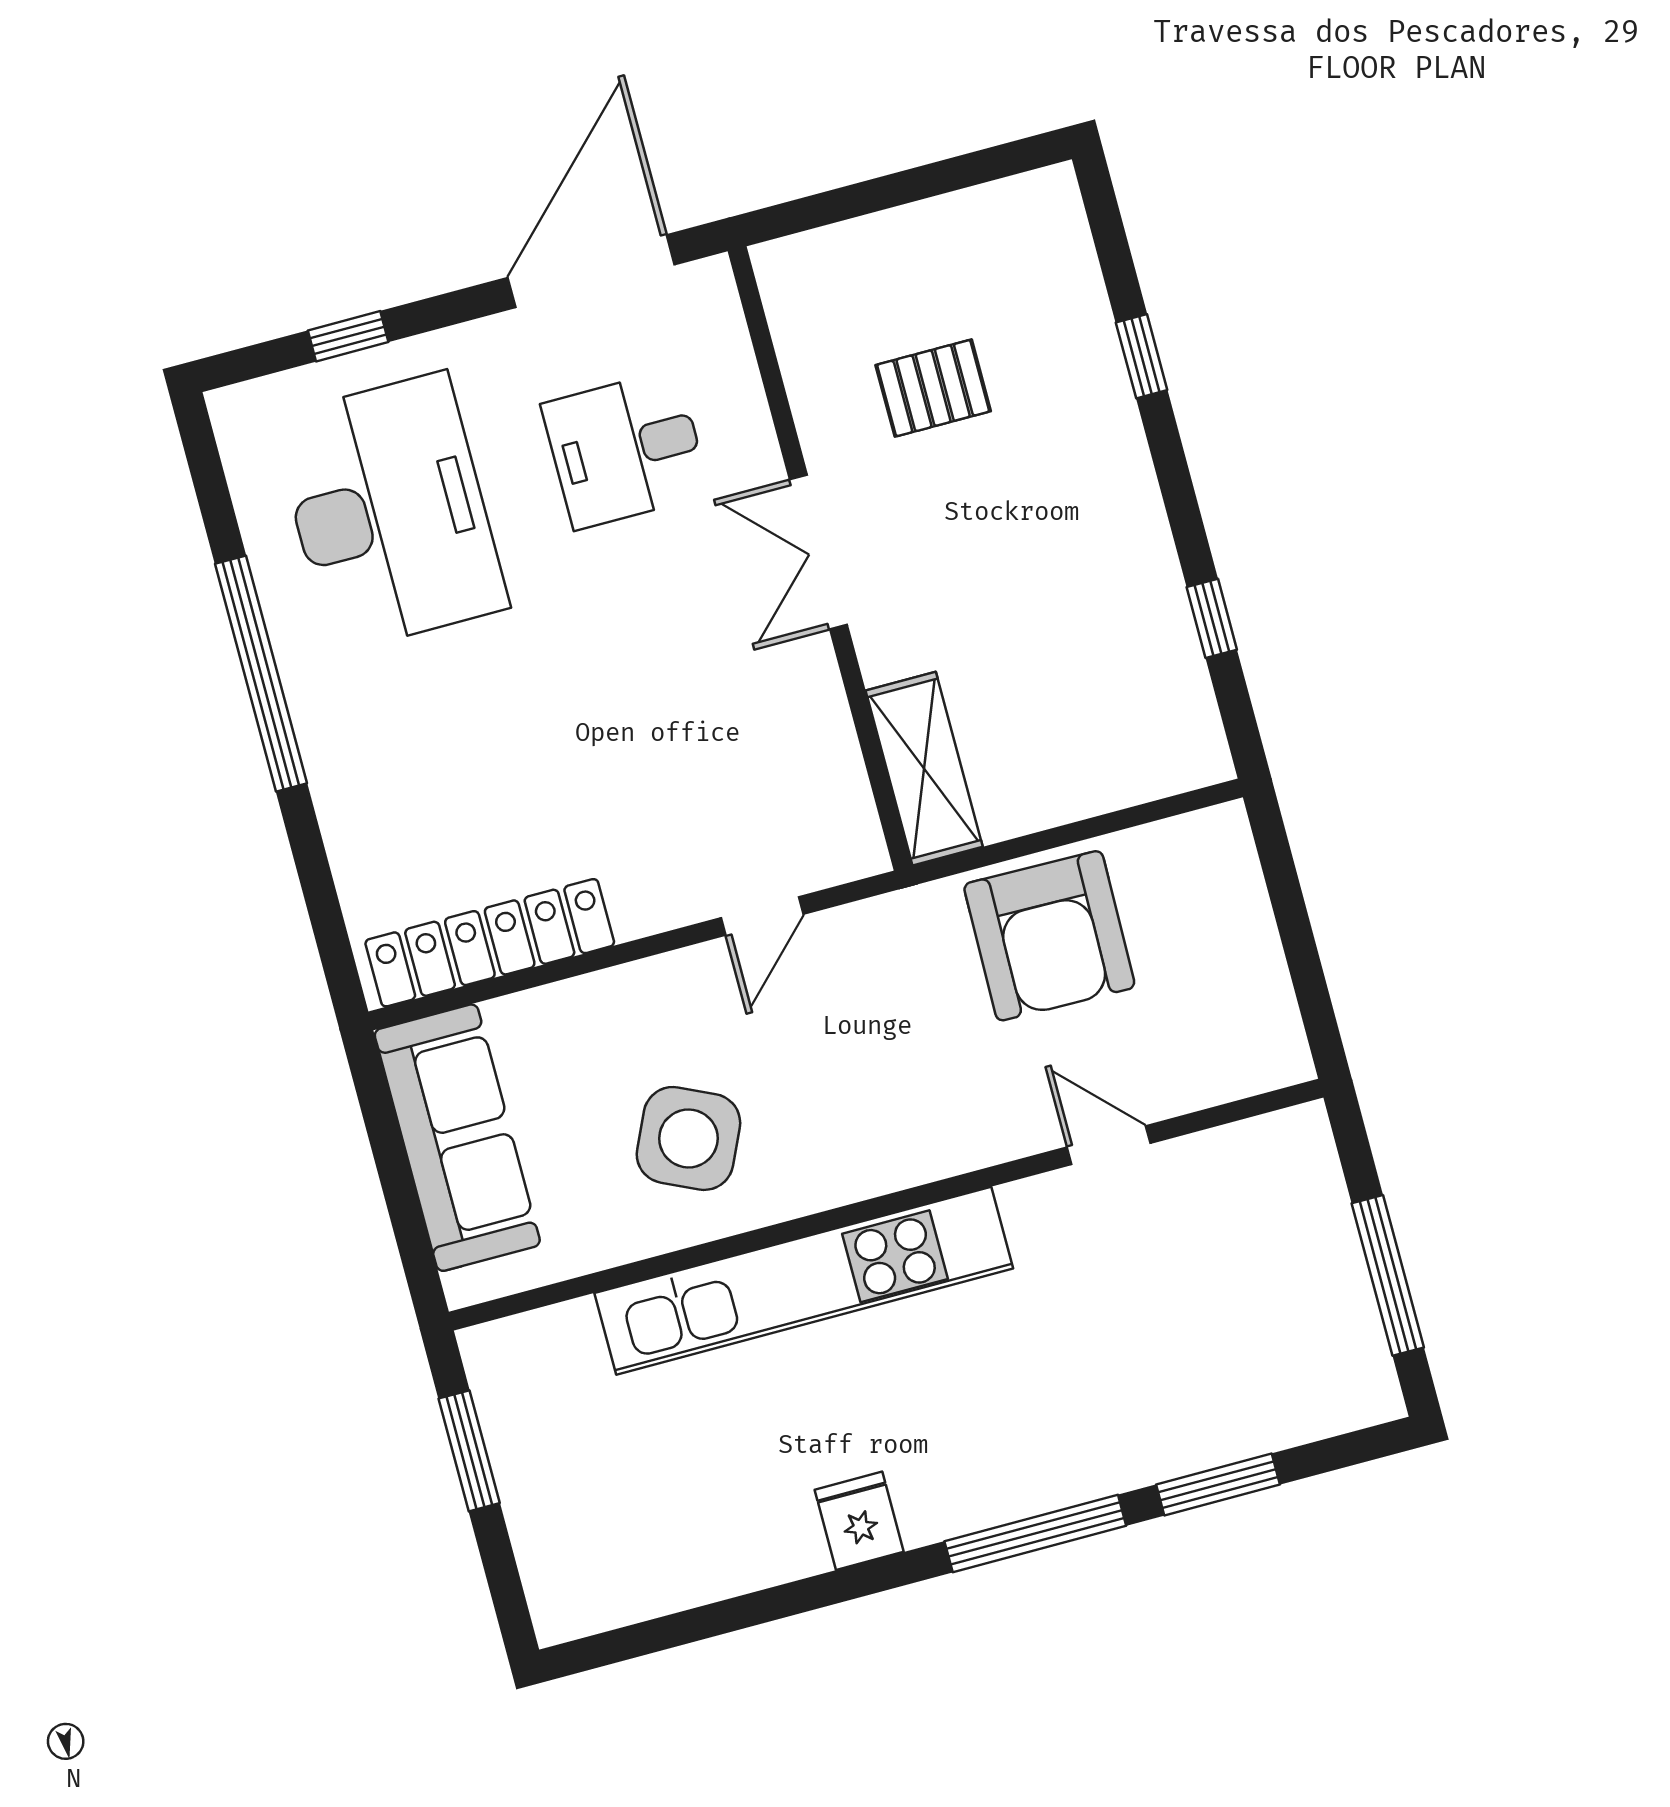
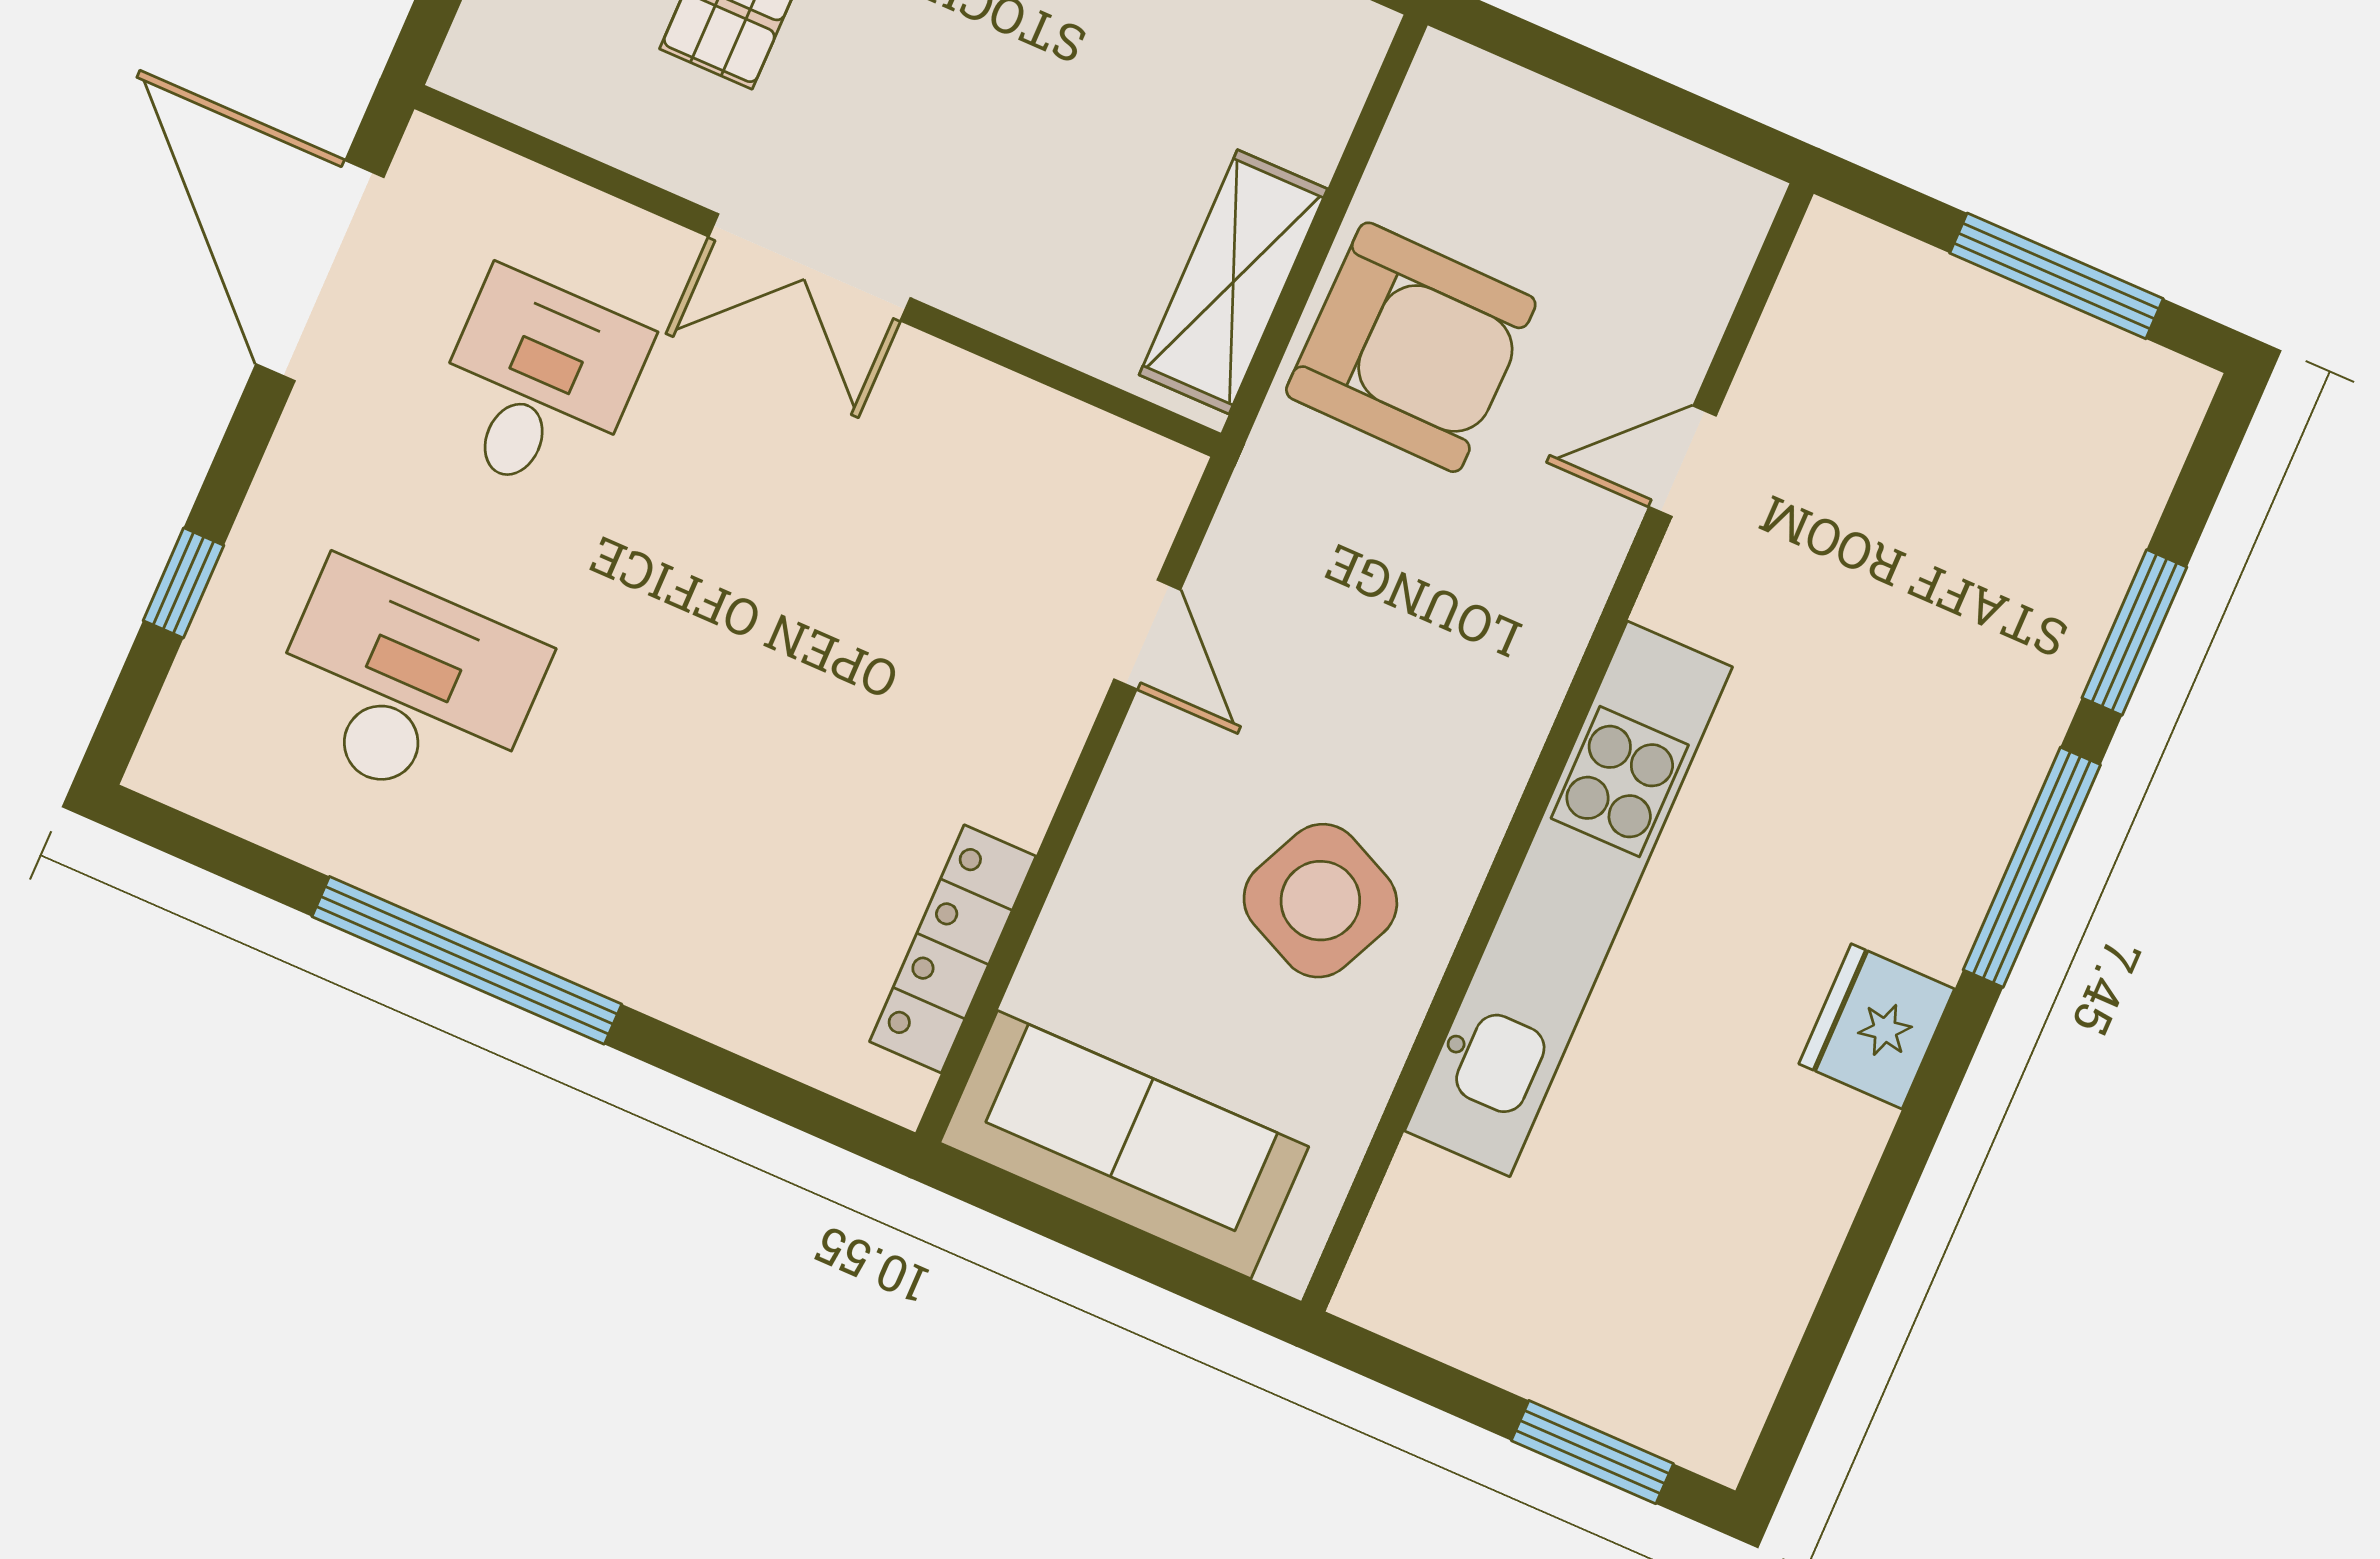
desk: (626, 449) -> (538, 385), turned 180
desk: (390, 512) -> (405, 688), width x0.73, depth x0.77
shelving: (924, 769) -> (1233, 282), moved, turned 90
locker: (490, 943) -> (953, 949), width x0.71, depth x0.83
window: (469, 1451) -> (1592, 1452), moved
fridge: (859, 1521) -> (1877, 1026), width x1.38

